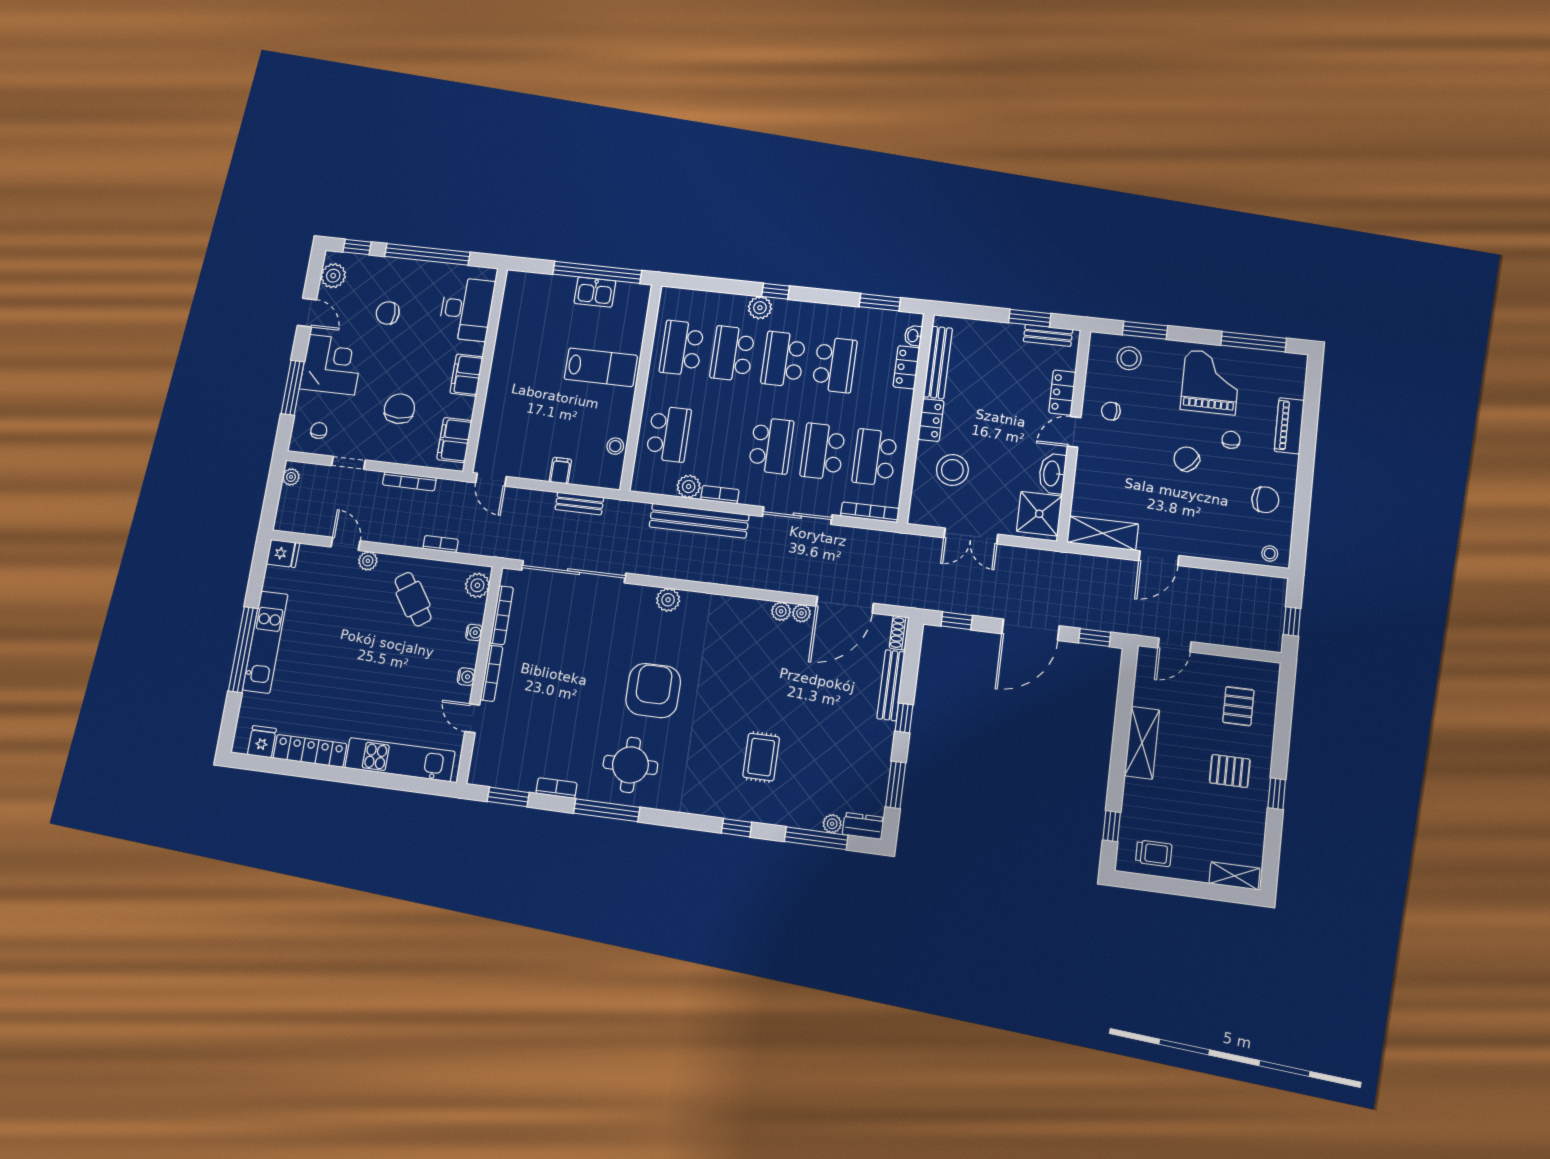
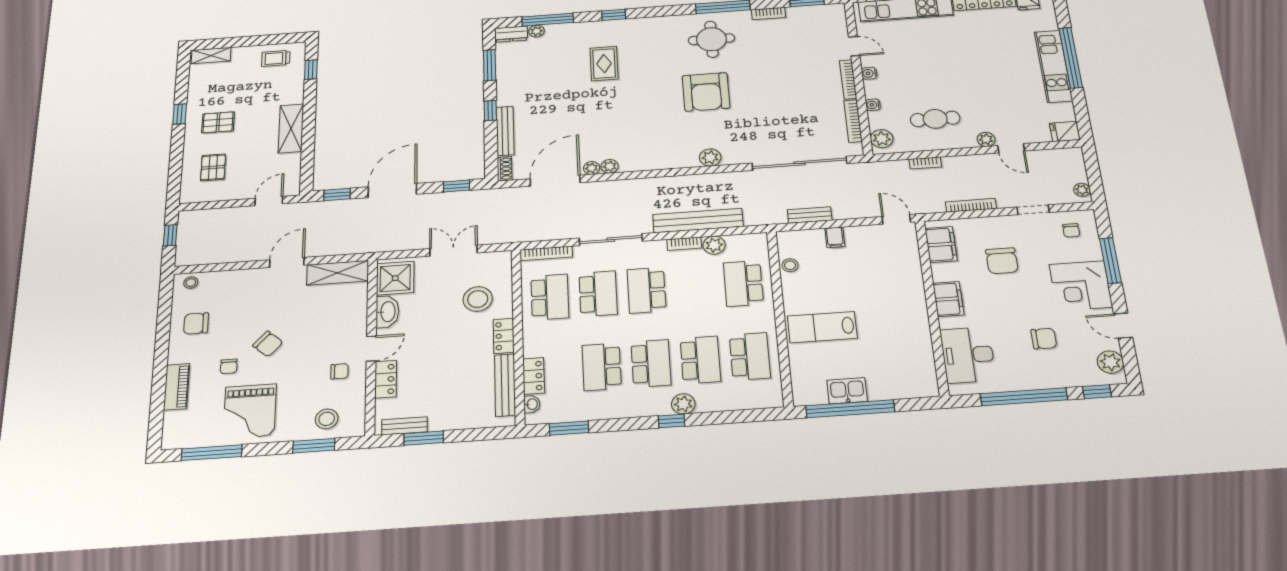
cafe table: (413, 599) -> (935, 119), turned -56

